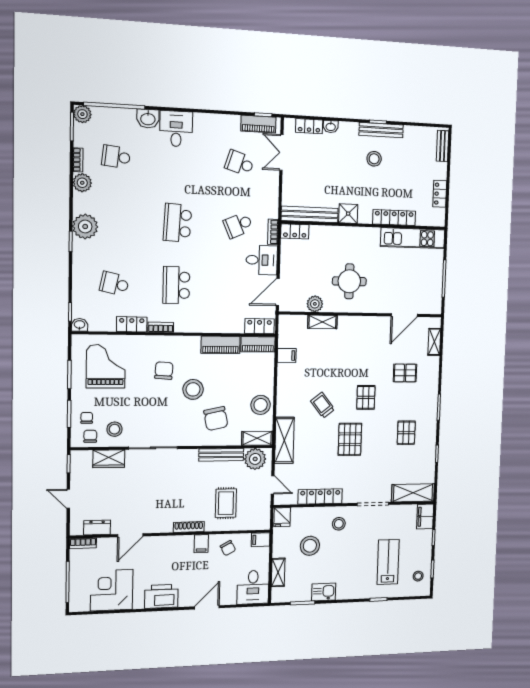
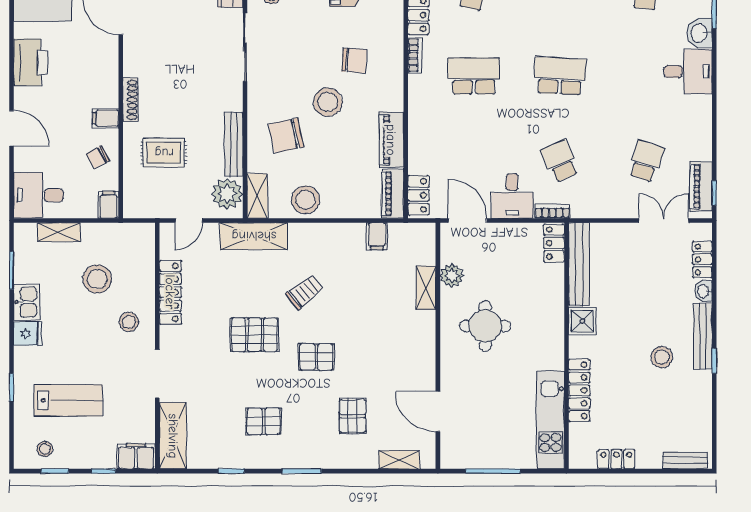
bench: (381, 130) -> (703, 336), moved
fridge: (282, 517) -> (28, 334), moved, turned 180

